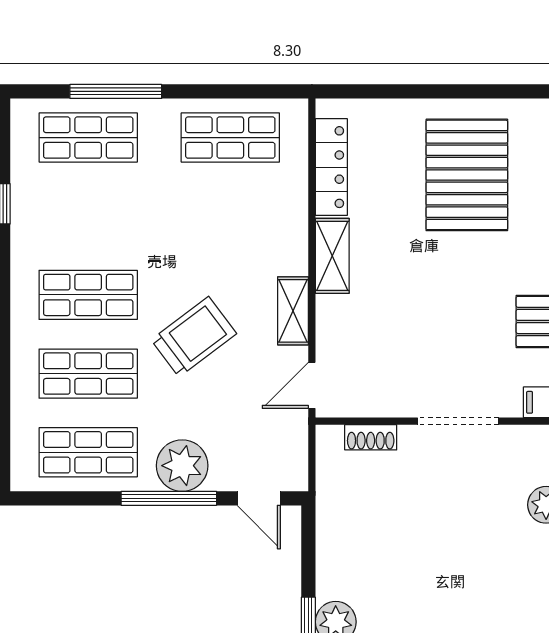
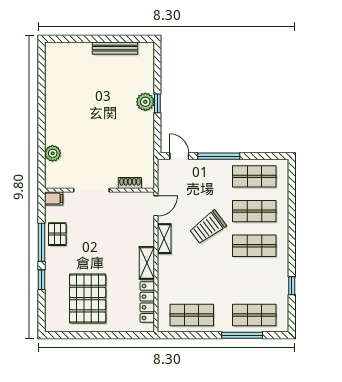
plant: (182, 466) -> (213, 171), removed

